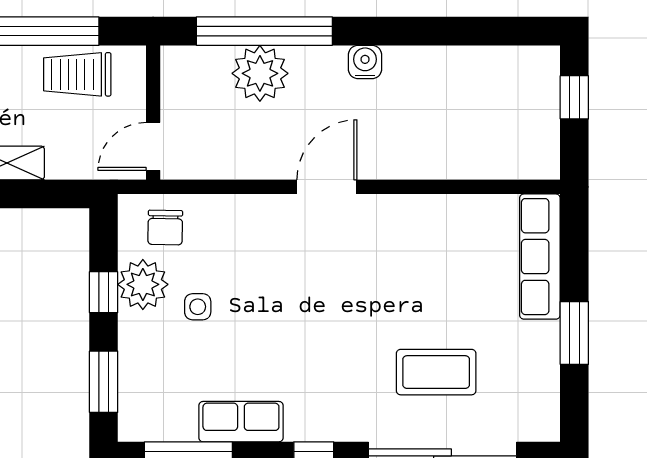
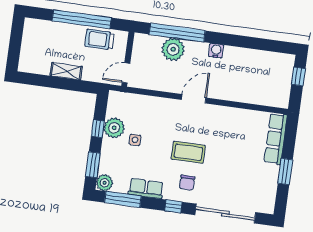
chair: (165, 228) -> (187, 183), moved
coffee table: (436, 372) -> (188, 152), moved
plant: (138, 422) -> (104, 183), added

